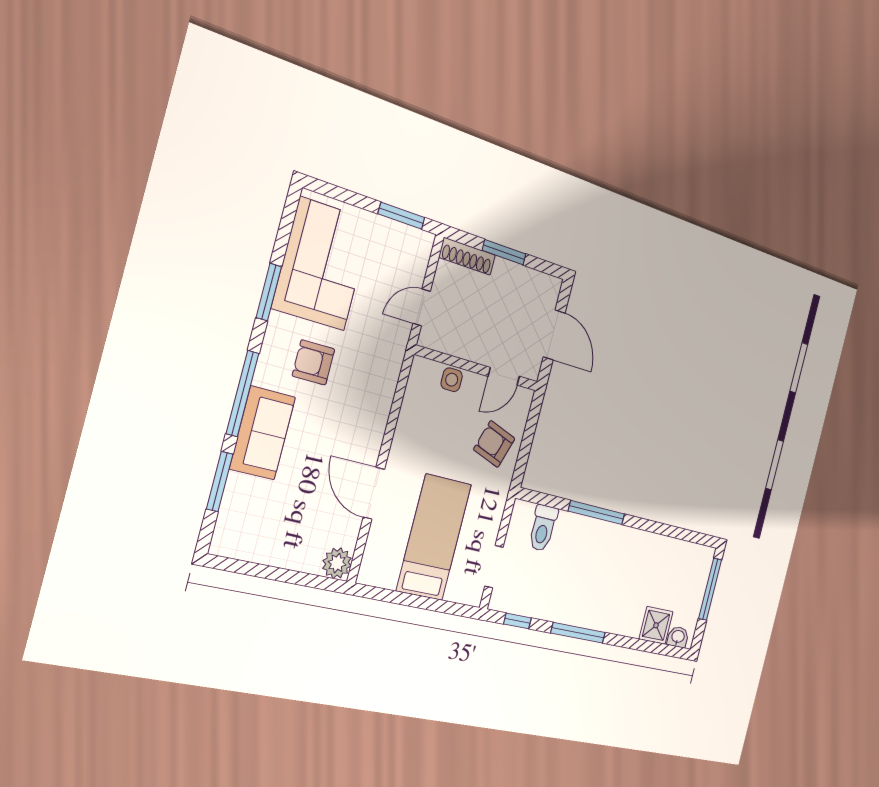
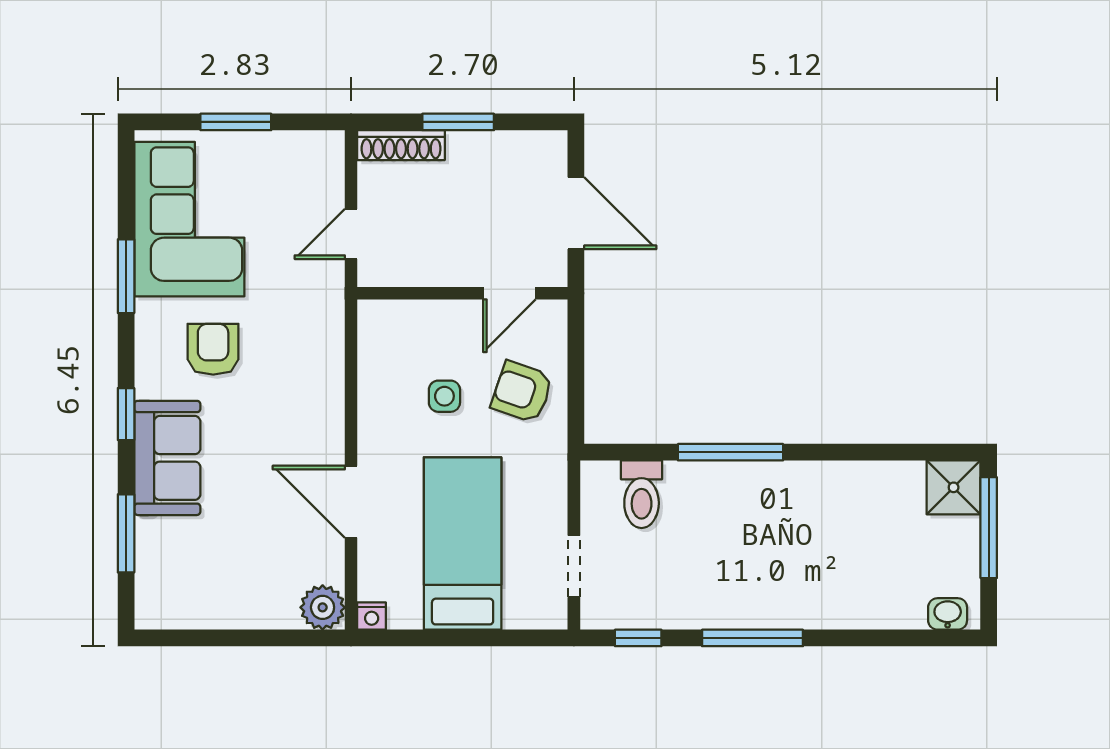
window: (401, 216) -> (236, 122), moved
armchair: (313, 362) -> (213, 349), turned 90
side table: (452, 380) -> (444, 396), moved
window: (242, 394) -> (126, 414), width x0.46
nightstand: (366, 575) -> (372, 616), added
shower: (656, 625) -> (954, 487), moved

